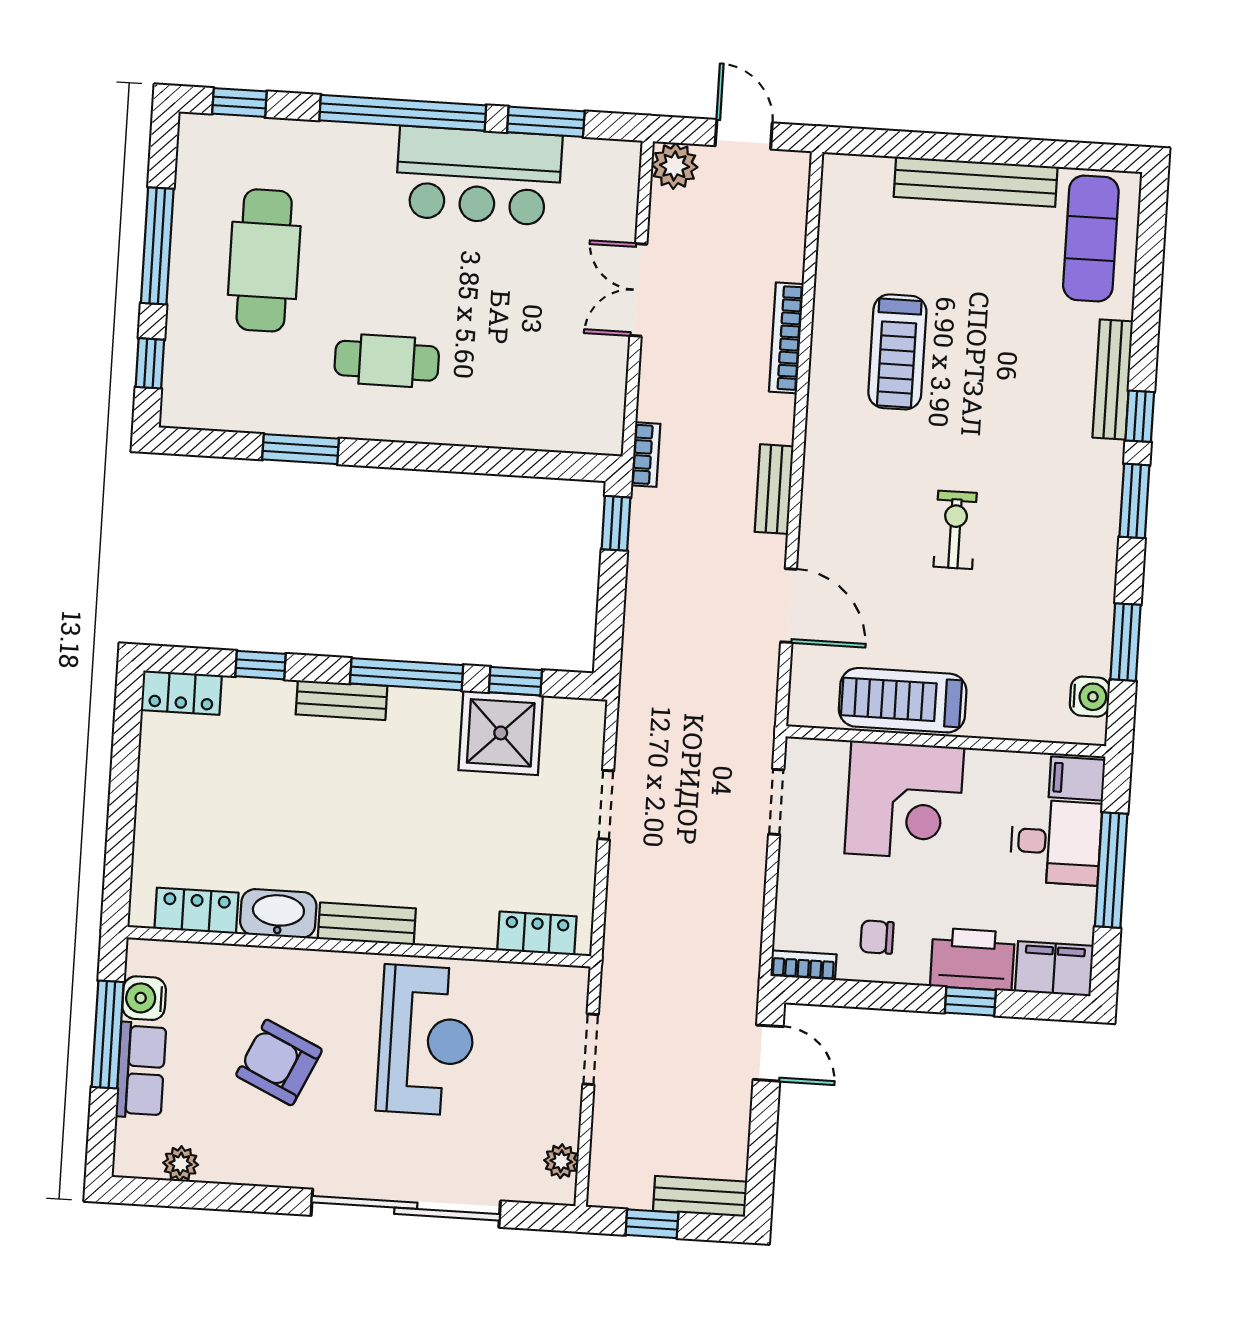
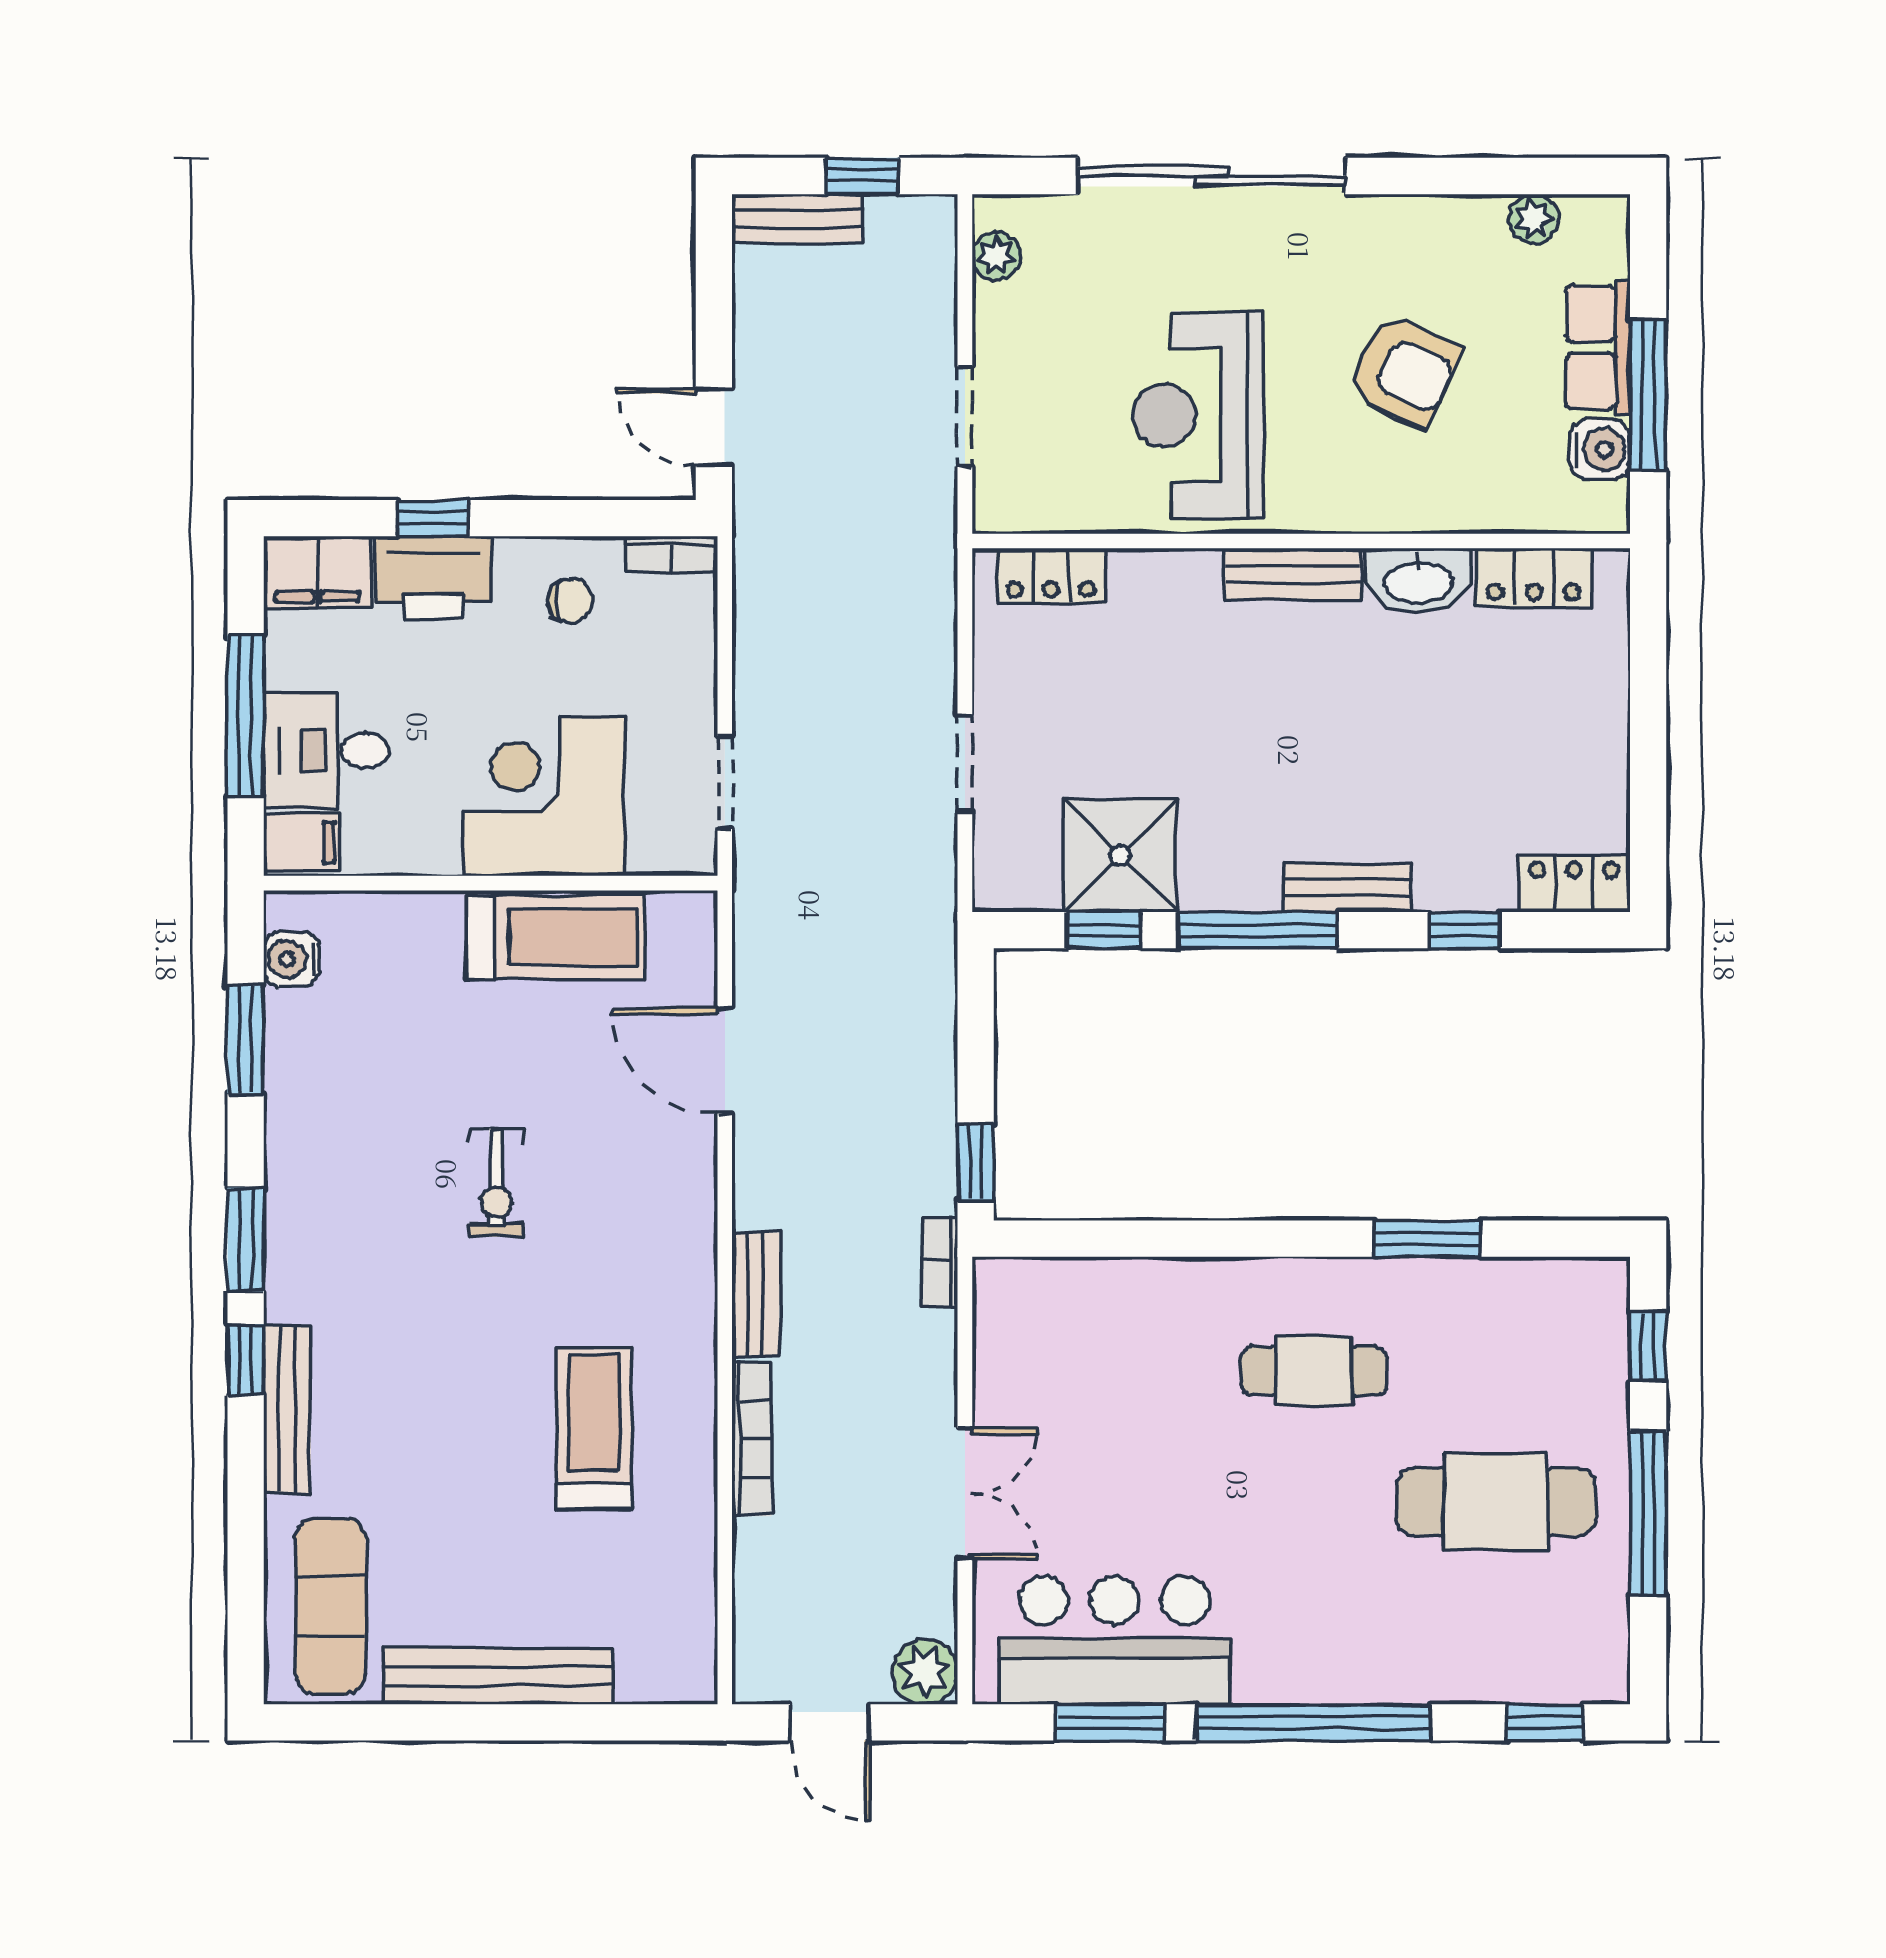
bar counter: (479, 176) -> (1114, 1640), moved
cafe table: (264, 260) -> (1496, 1502), turned 90
bench: (774, 489) -> (756, 1295), moved

